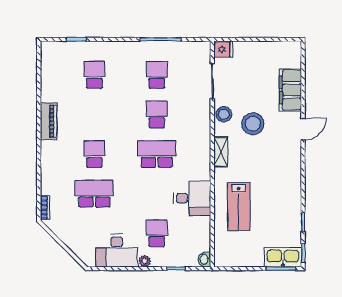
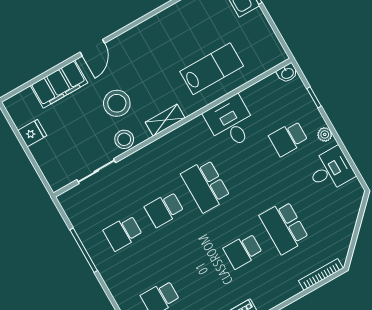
fridge: (223, 49) -> (32, 133), moved, turned 90
door: (303, 129) -> (92, 48), swing flipped
bookcase: (45, 207) -> (321, 275), width x1.56
desk: (117, 251) -> (331, 170), width x0.73

